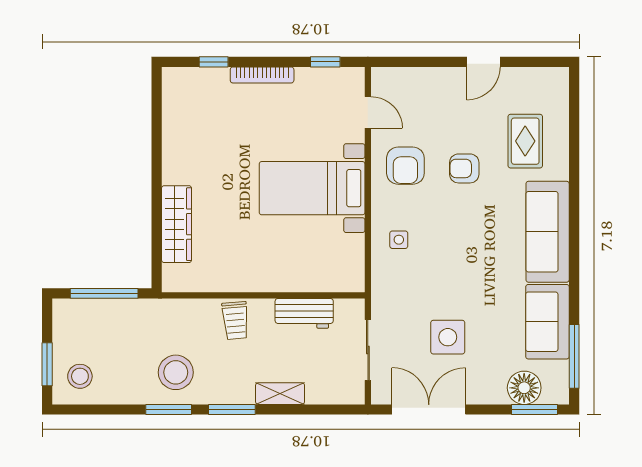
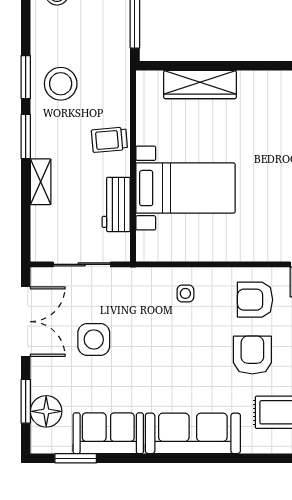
armchair: (464, 168) -> (252, 355), width x1.38, depth x1.38
bed with nightstands: (312, 188) -> (185, 188), moved, turned 90
window: (574, 356) -> (76, 458), width x0.69
window: (534, 410) -> (26, 401), moved

